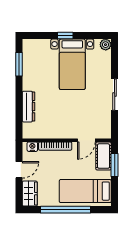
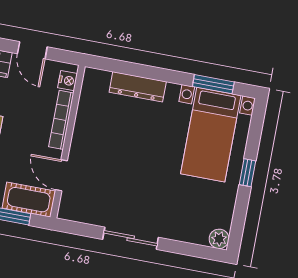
bed with nightstands: (72, 64) -> (211, 135), moved, turned -90

